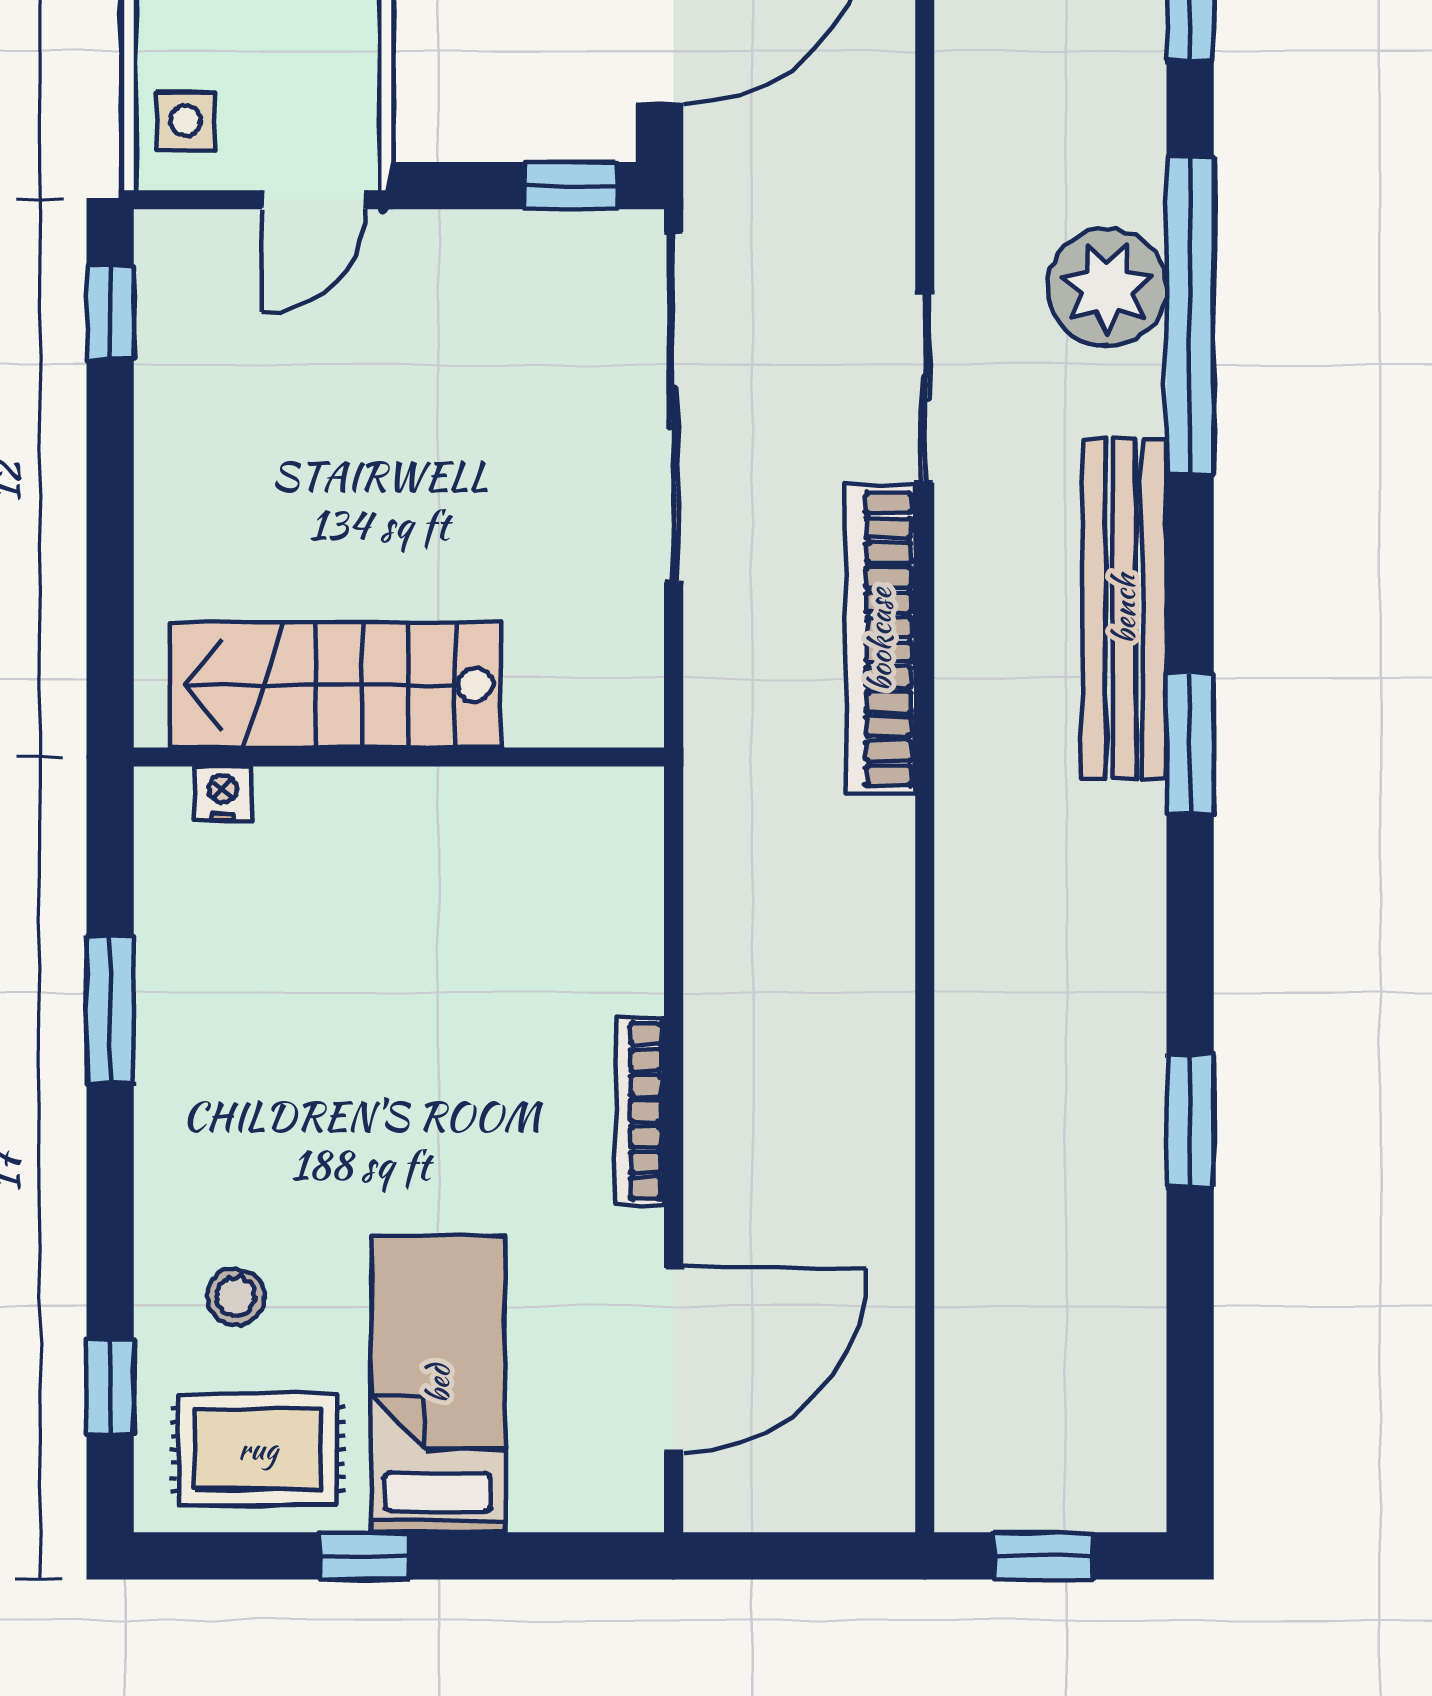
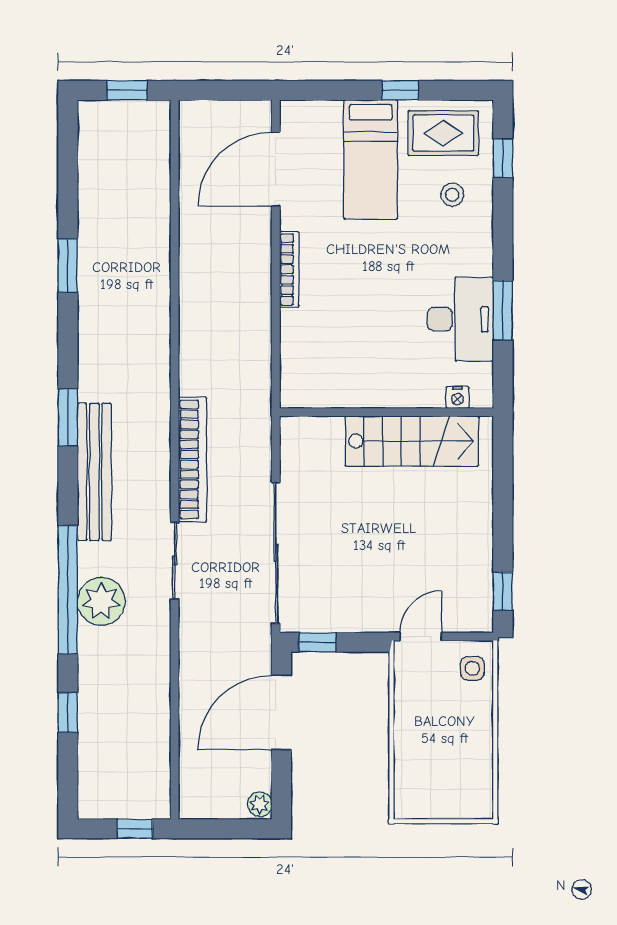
desk: (216, 988) -> (460, 319), added

